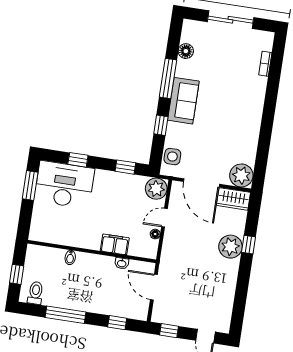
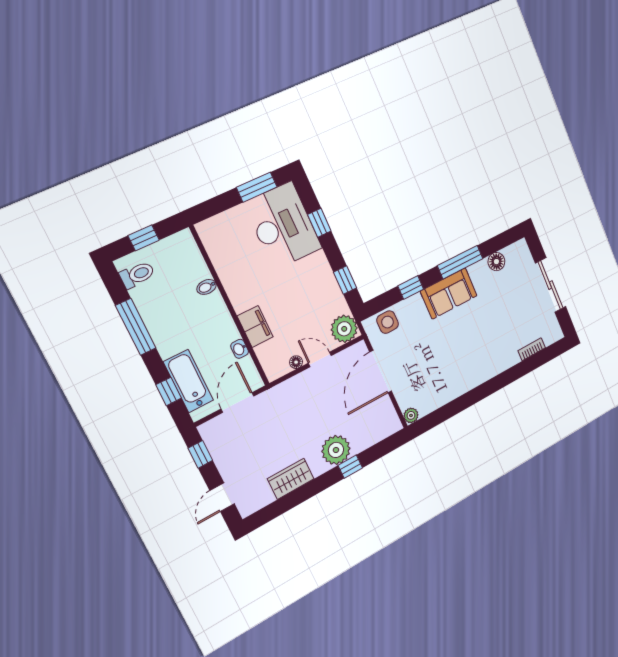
plant: (241, 175) -> (411, 415), width x0.53, depth x0.53
wardrobe: (233, 199) -> (291, 479), moved, turned 90
bathtub: (119, 307) -> (188, 381), added

